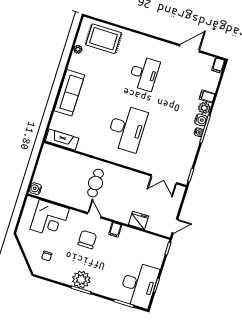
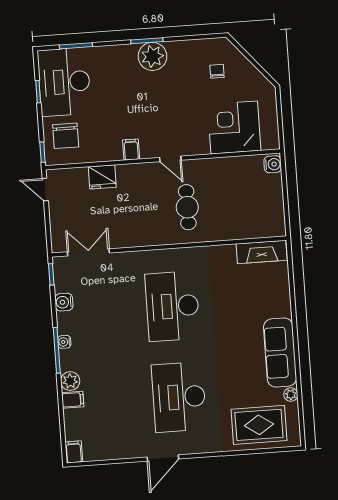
door: (190, 48) -> (163, 458), moved
desk: (144, 73) -> (179, 397), width x1.36, depth x1.30
sofa: (69, 93) -> (280, 352), moved
water cooler: (201, 120) -> (64, 302), moved
door: (175, 226) -> (45, 190), hinge flipped
chair: (87, 240) -> (66, 136), moved

